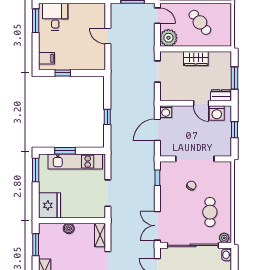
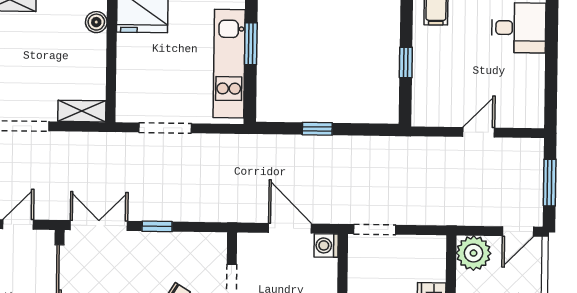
doorway: (157, 71) -> (375, 229), moved
window: (63, 73) -> (406, 62), moved
window: (157, 178) -> (157, 226), moved
boiler: (69, 228) -> (96, 22), moved

